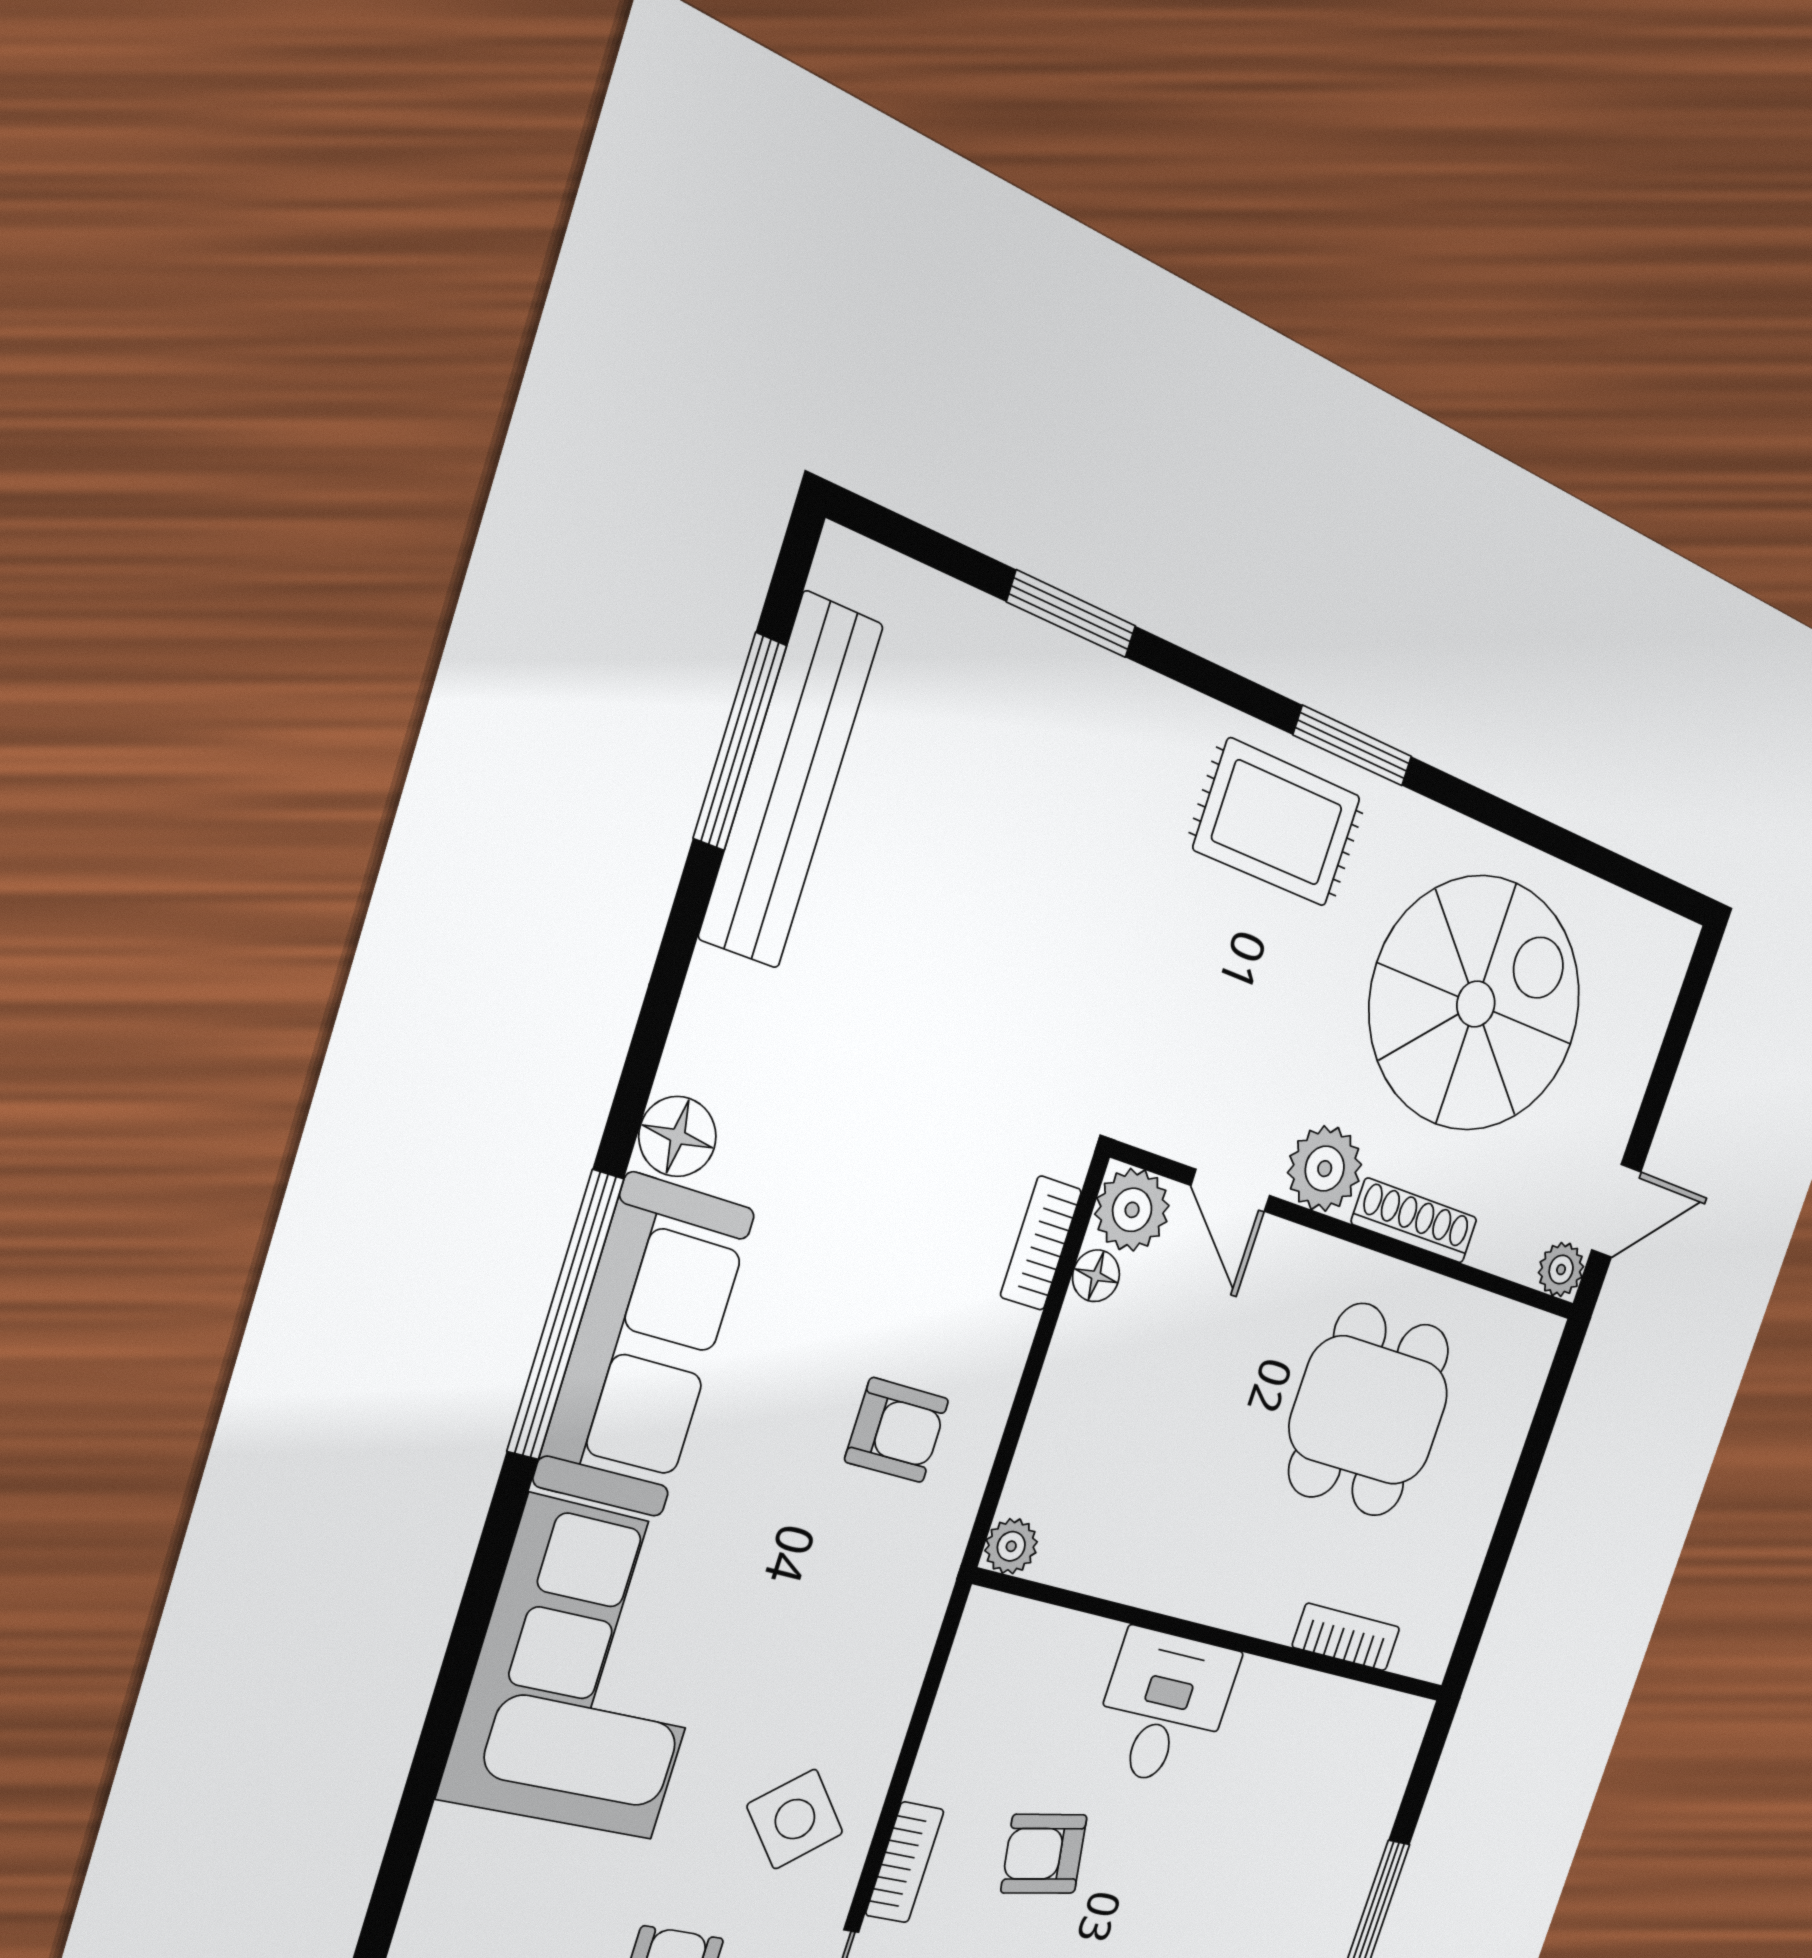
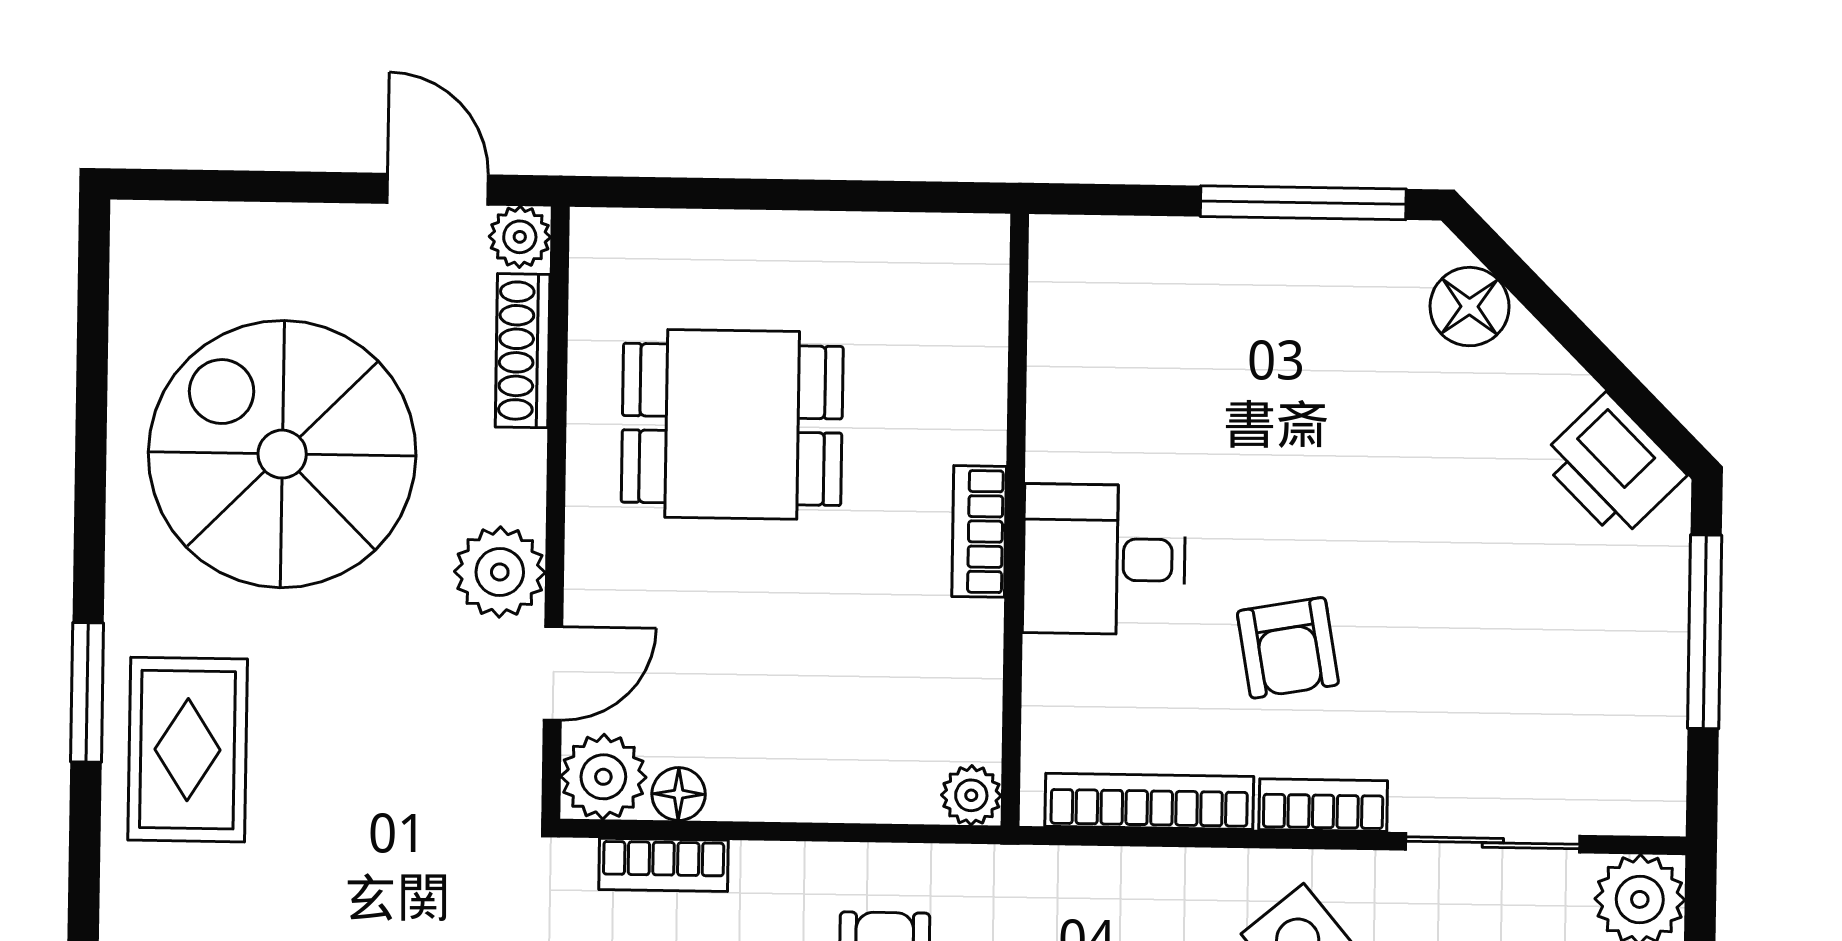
shoe rack: (1414, 1221) -> (523, 351), moved
bookcase: (1346, 1637) -> (979, 531), moved
bookcase: (956, 1707) -> (1149, 801), added

